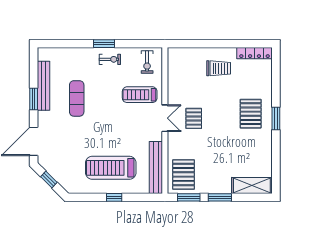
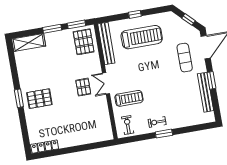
trolley: (219, 68) -> (71, 130), removed
exercise mat: (77, 98) -> (185, 58), moved
pallet: (251, 114) -> (39, 99), turned 90

